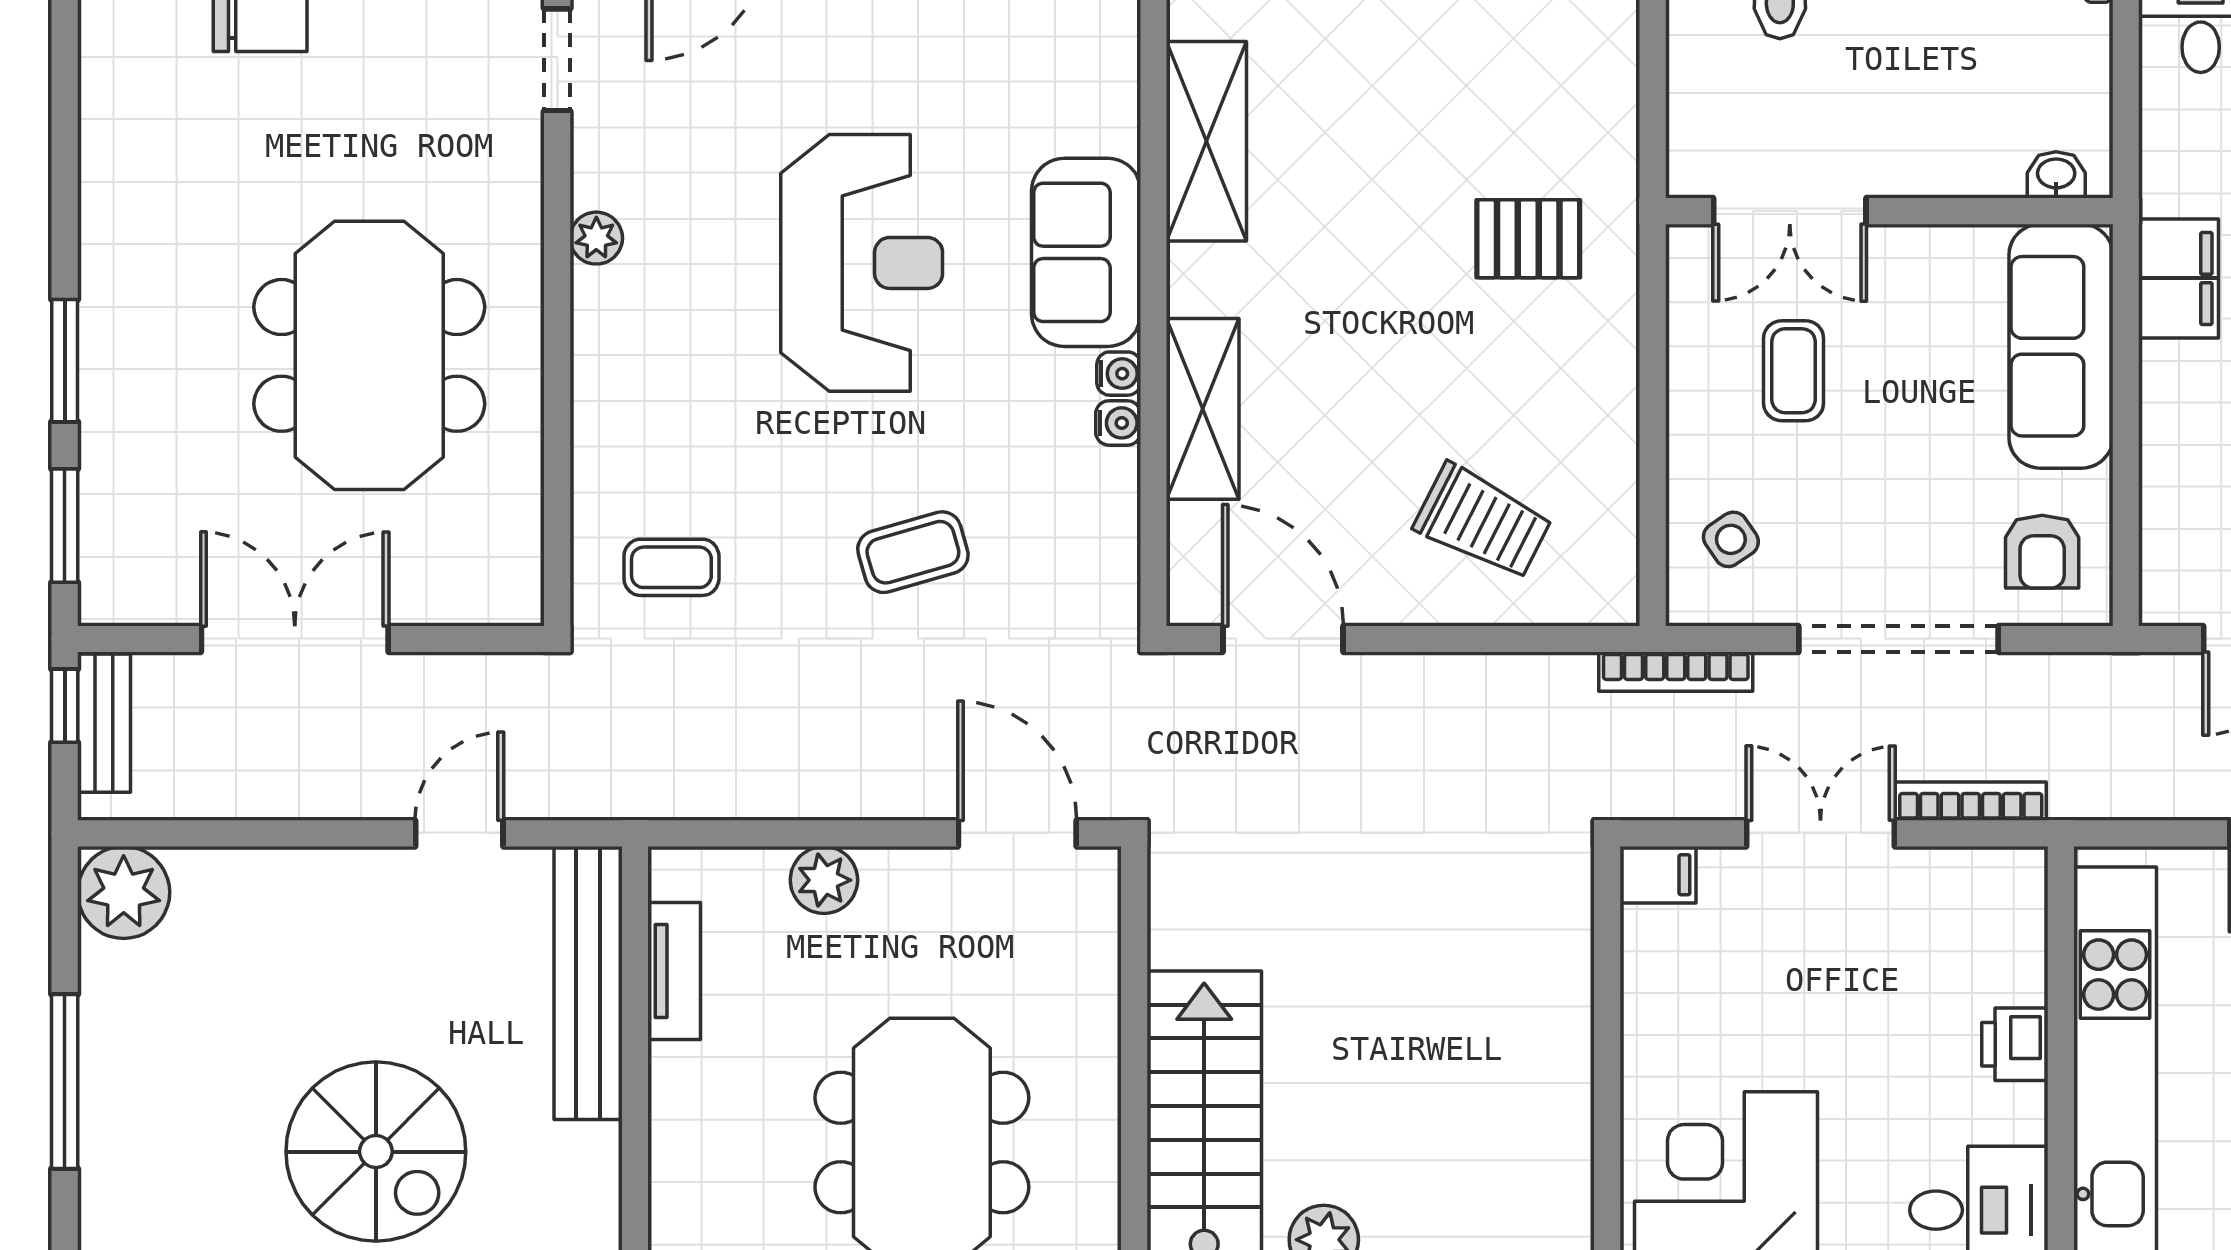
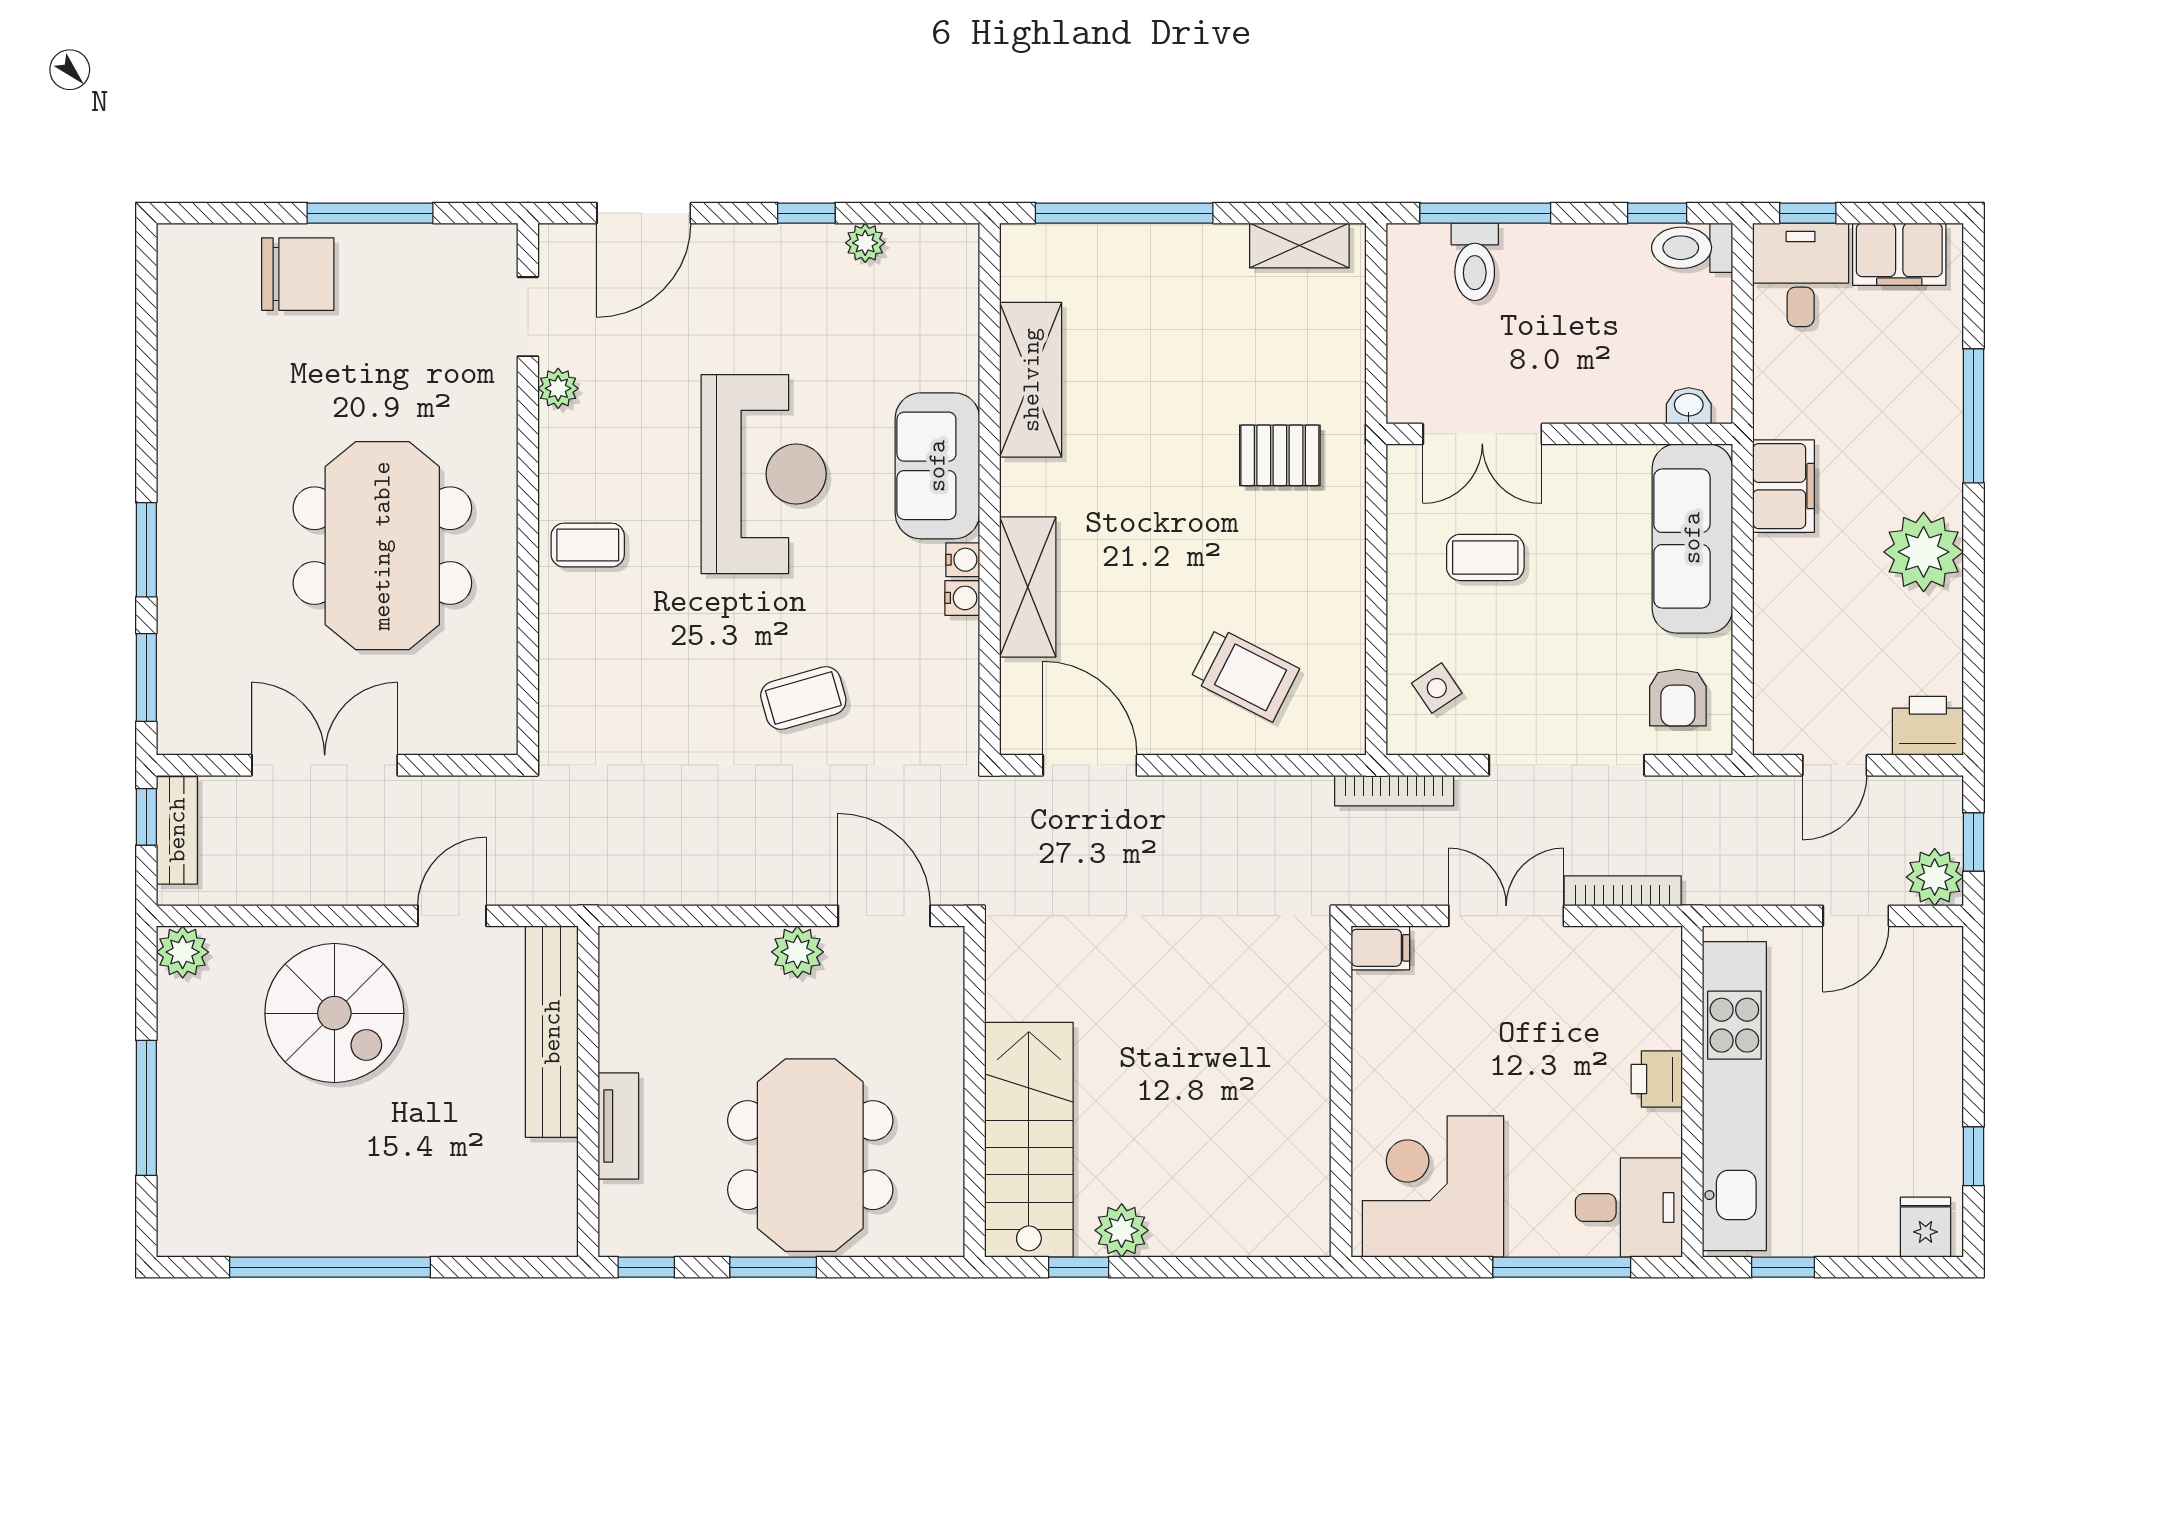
plant: (596, 238) -> (558, 388), moved
coffee table: (1794, 371) -> (1485, 557), turned 90
coffee table: (671, 567) -> (588, 545), moved
plant: (824, 880) -> (797, 952), moved
plant: (124, 892) -> (183, 952), width x0.73, depth x0.73
tv unit: (674, 971) -> (618, 1126), moved
spiral stairs: (376, 1152) -> (334, 1013), moved

